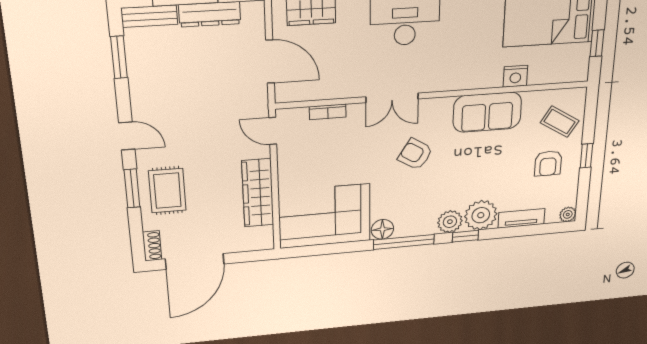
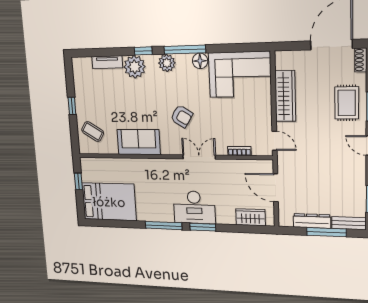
nightstand: (515, 76) -> (124, 165), removed
armchair: (548, 163) -> (96, 102), removed
plant: (568, 214) -> (77, 63), removed
plant: (450, 222) -> (167, 63), moved

